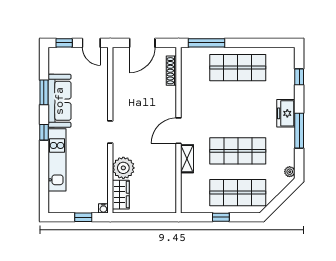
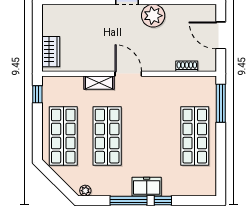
shoe rack: (171, 71) -> (187, 66), width x0.70
window: (299, 77) -> (163, 201), moved
plant: (123, 168) -> (153, 16), moved
wardrobe: (121, 195) -> (51, 52), moved, turned -90
window: (221, 217) -> (37, 94), moved

